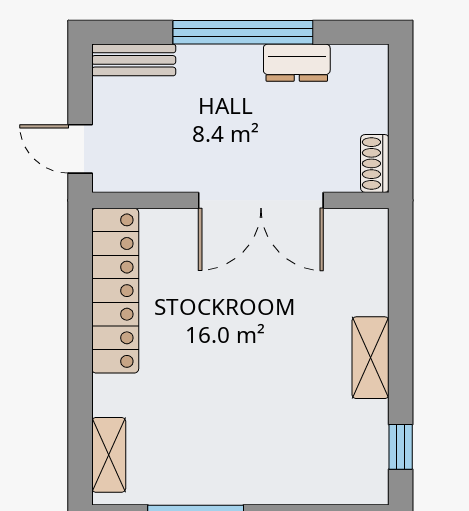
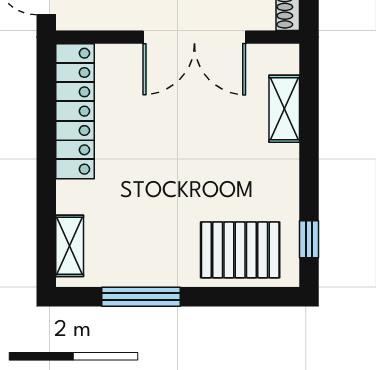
shelving: (370, 358) -> (284, 109), moved
pallet: (317, 460) -> (240, 250), added

